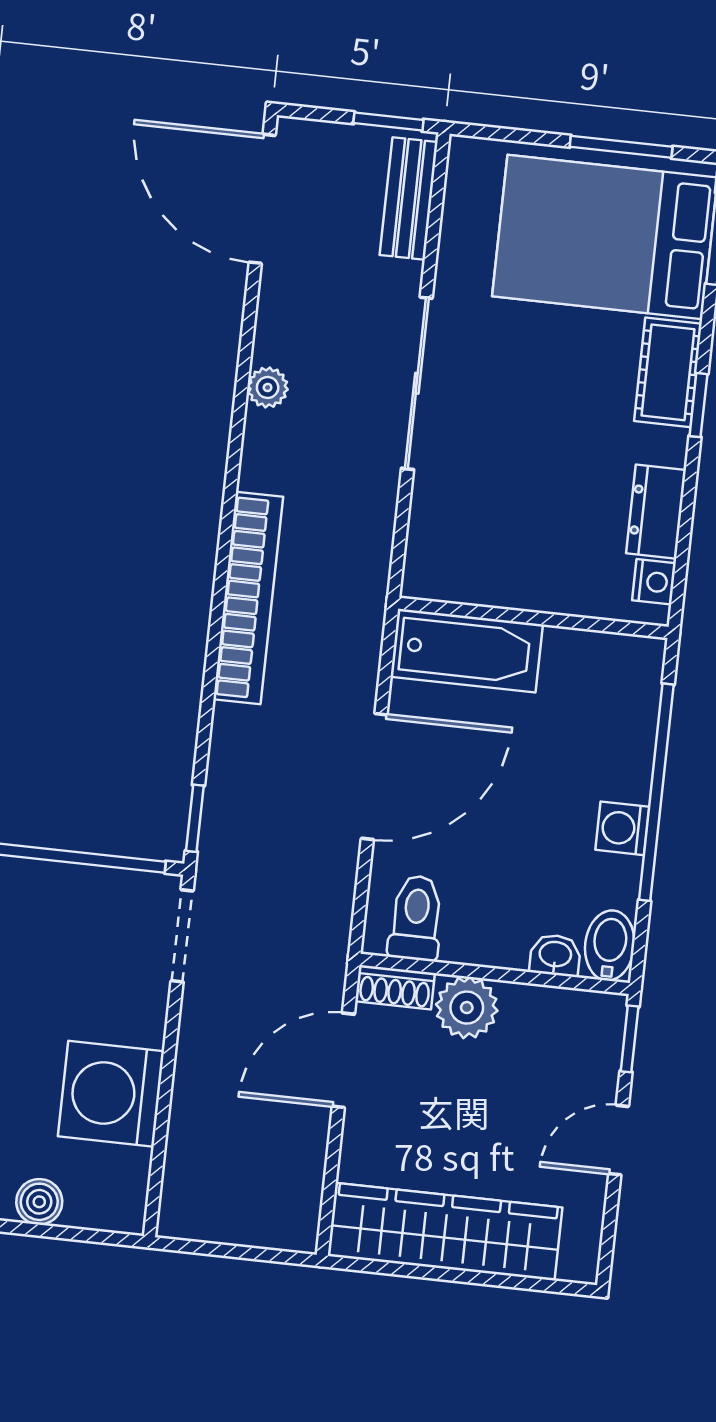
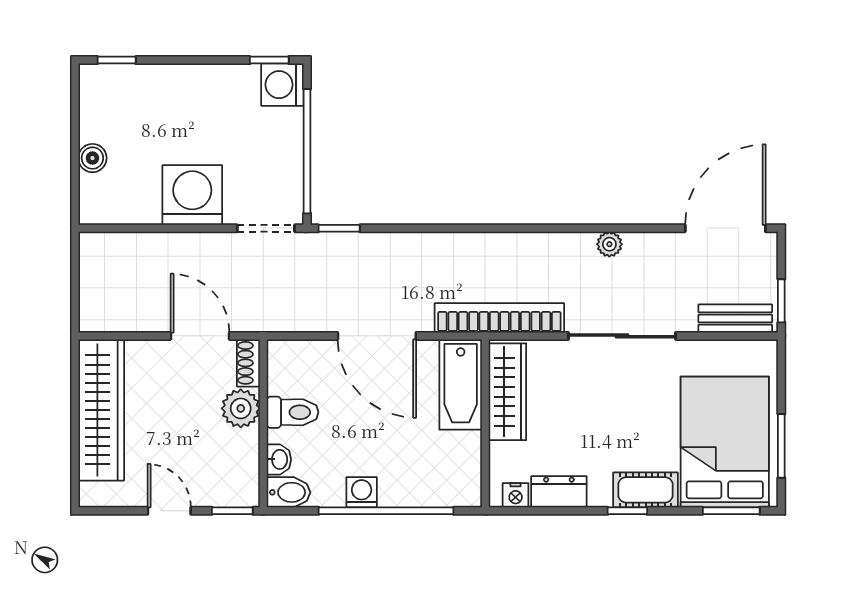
wardrobe: (486, 577) -> (507, 392), added
bookcase: (248, 598) -> (499, 318), moved, turned 180
toilet: (416, 918) -> (293, 412), moved
washing machine: (111, 1094) -> (192, 195), moved

